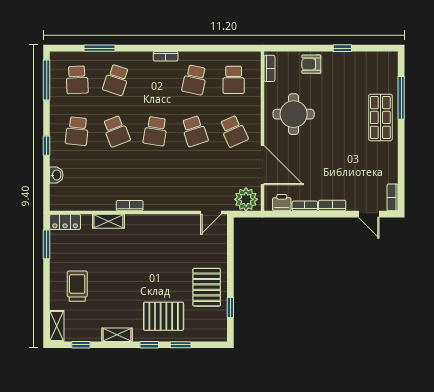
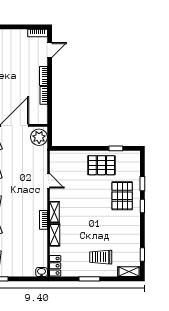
washbasin: (56, 175) -> (42, 272), moved
printer: (282, 203) -> (41, 112), removed
door: (211, 213) -> (48, 181), moved
window: (47, 244) -> (89, 279), moved
shelving: (117, 335) -> (54, 212), moved

